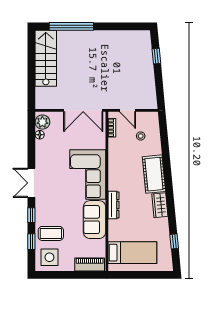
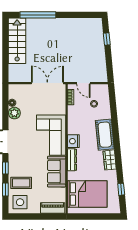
double door: (83, 110) -> (47, 83), swing flipped
plant: (42, 122) -> (14, 113), moved
nightstand: (115, 182) -> (73, 141), added
bed: (132, 253) -> (87, 194), width x1.50

